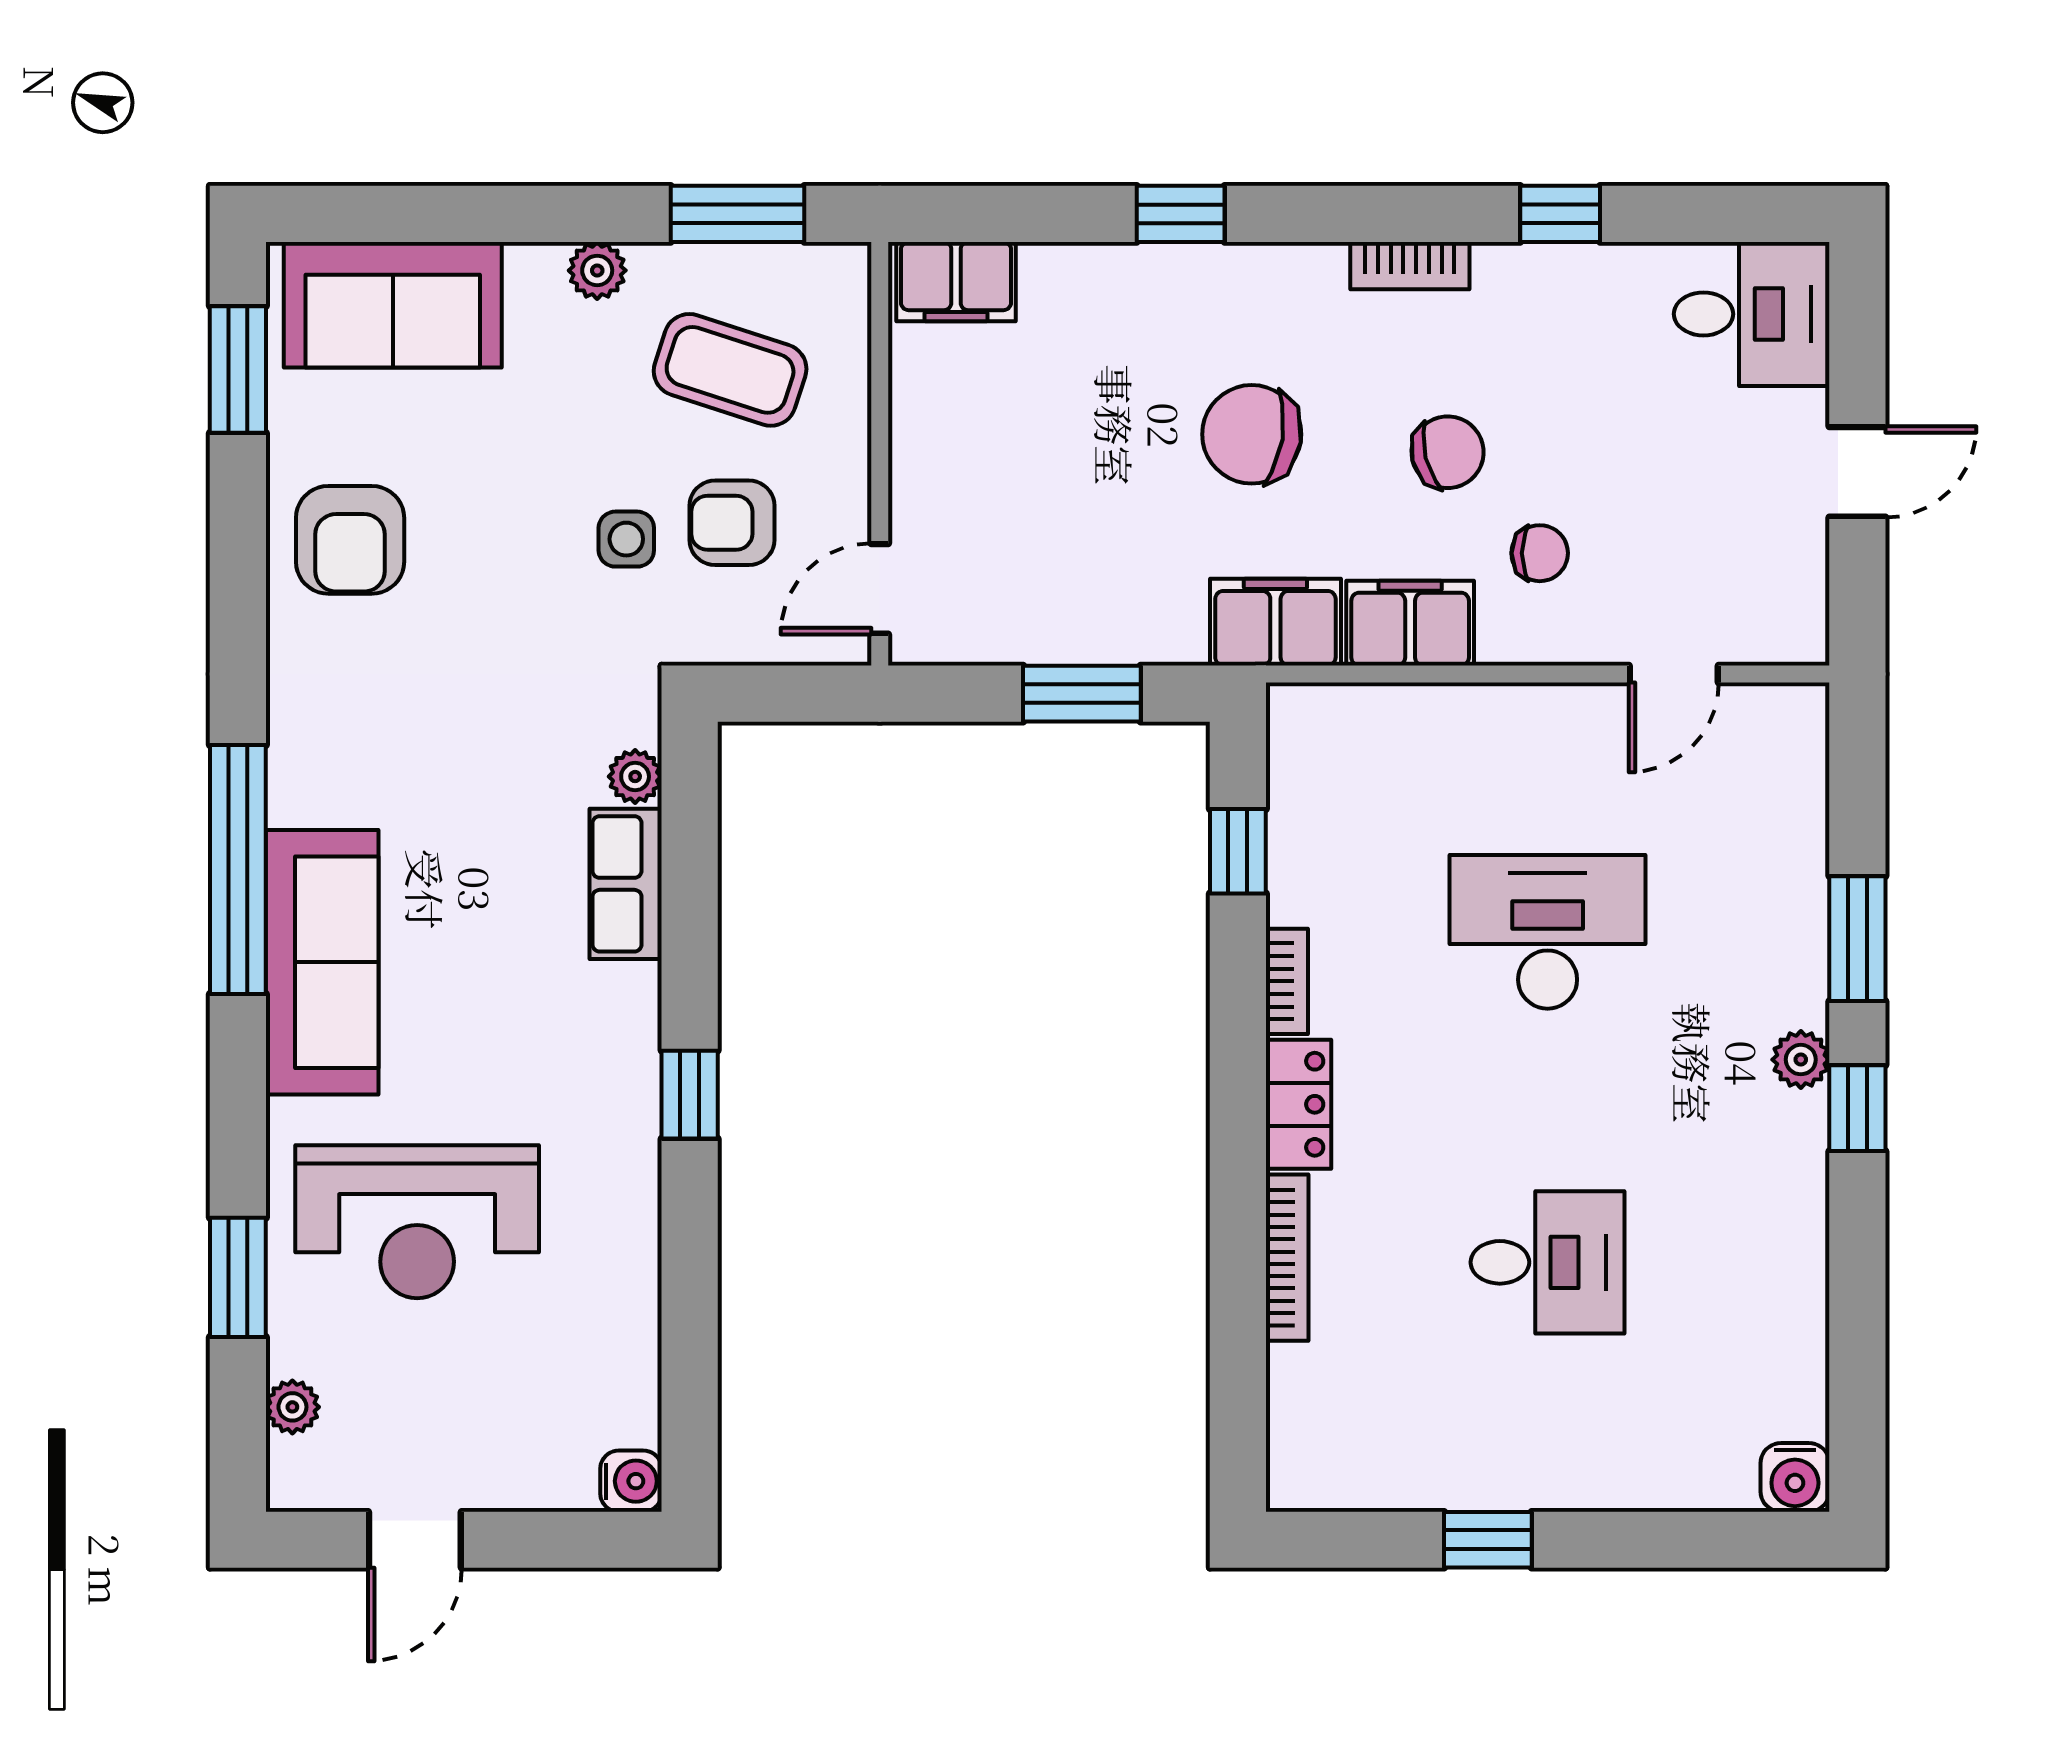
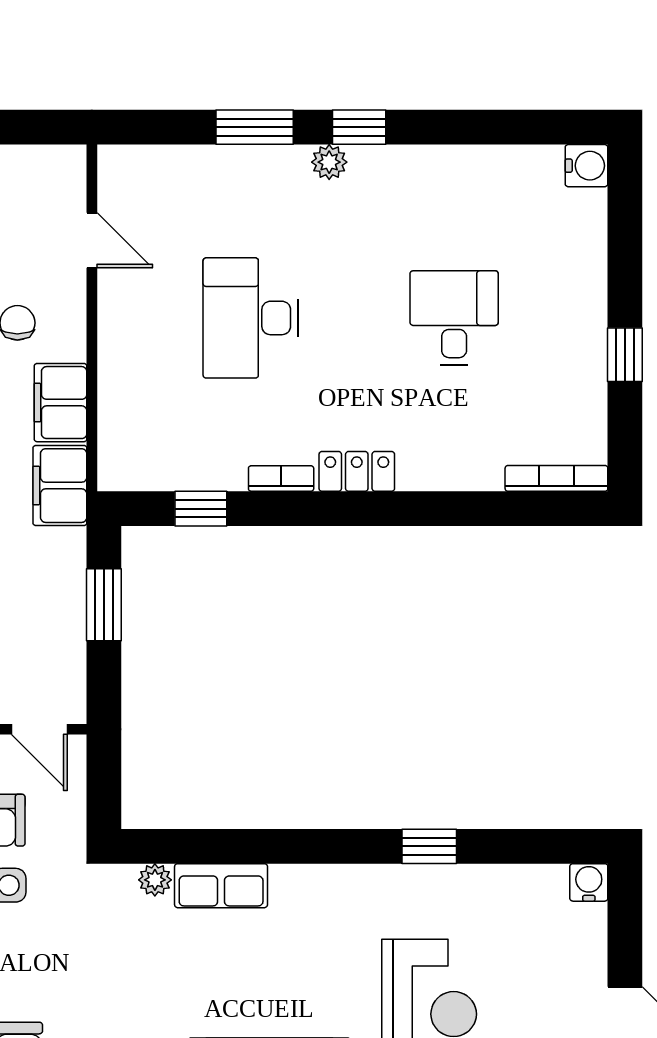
window: (690, 1095) -> (429, 846), moved
bookcase: (1287, 1258) -> (556, 478), moved

